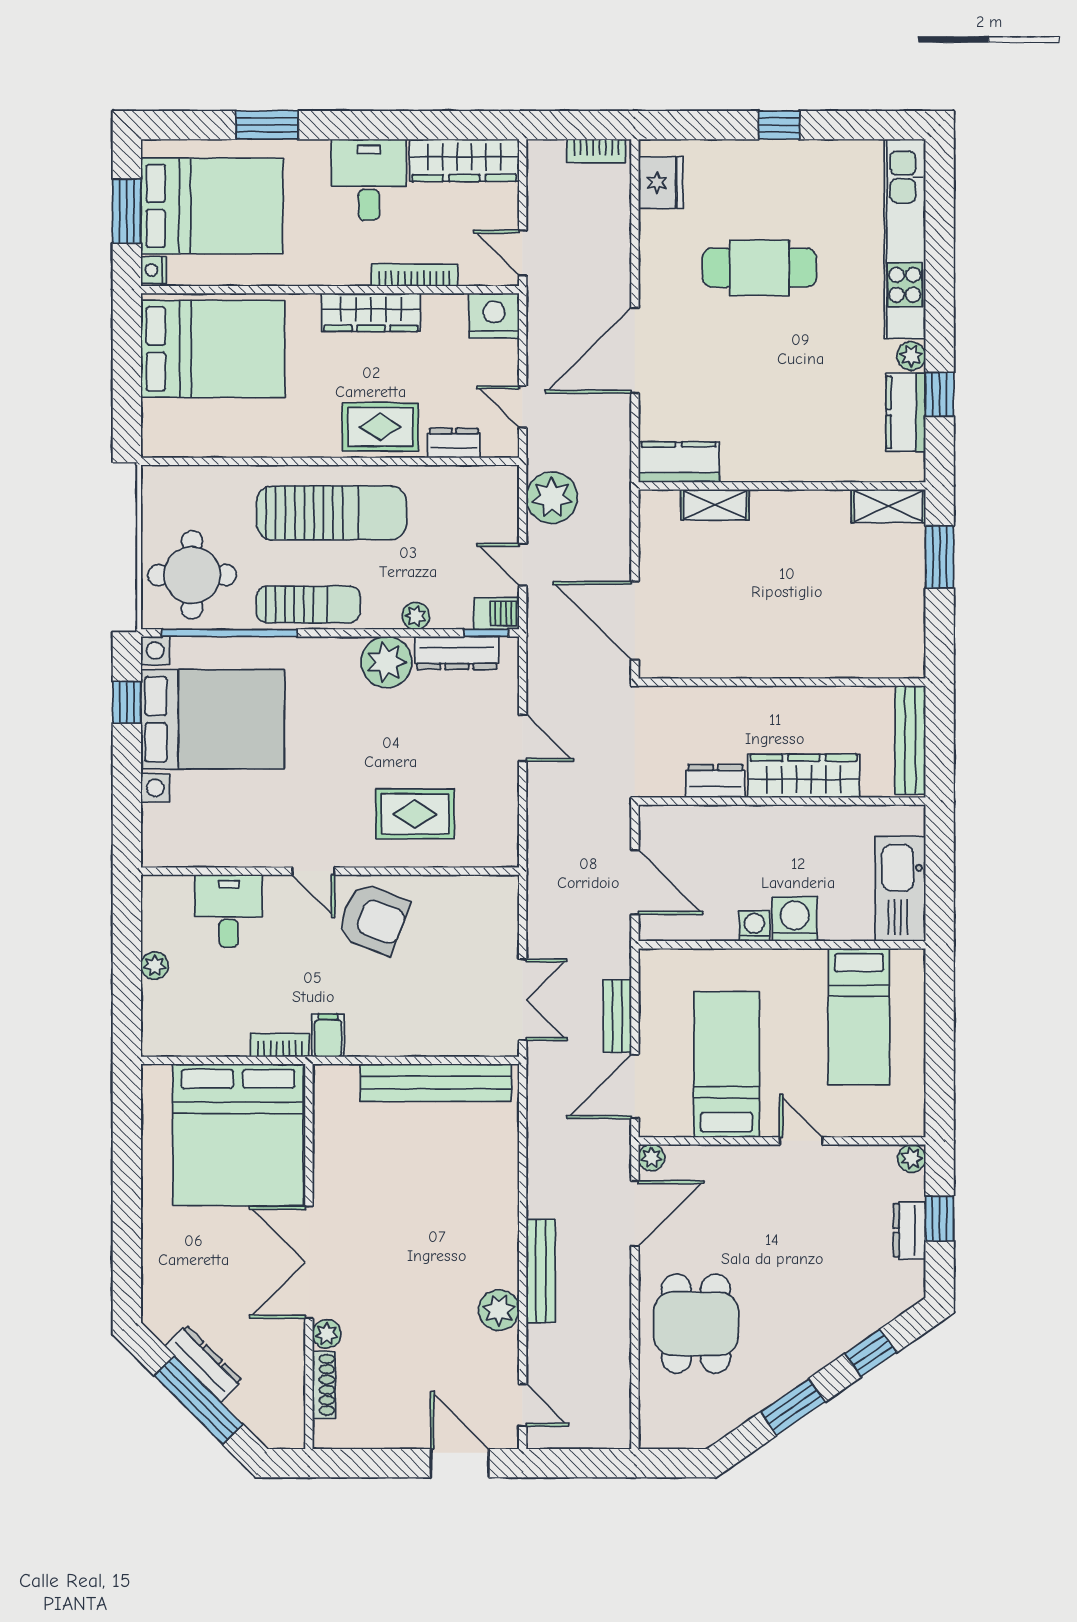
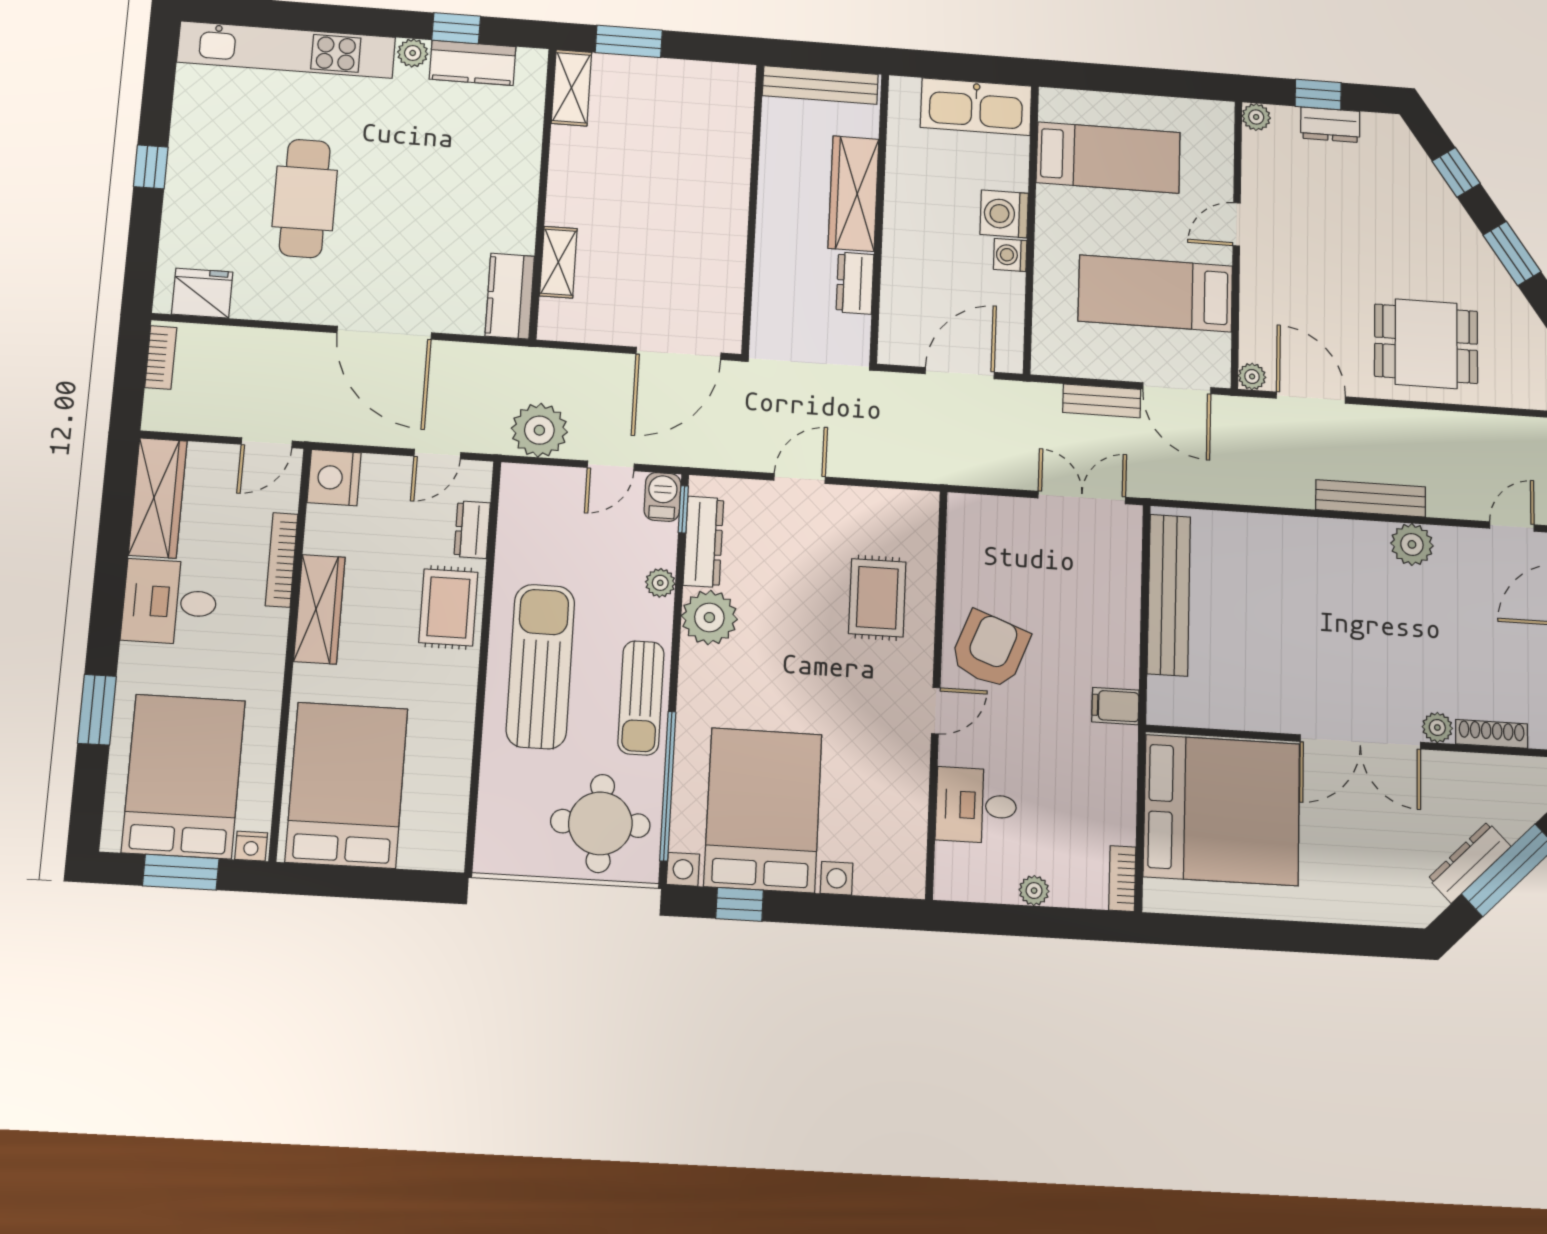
sun lounger: (308, 604) -> (641, 698), turned 180
bookcase: (280, 1045) -> (1122, 879), moved

